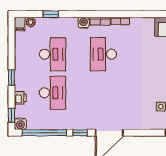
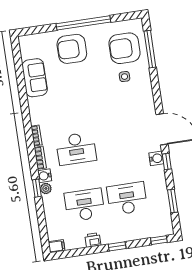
window: (51, 14) -> (37, 188), moved
plant: (31, 22) -> (46, 188), moved
printer: (20, 98) -> (93, 240), moved
water cooler: (20, 124) -> (156, 158), moved
window: (44, 133) -> (173, 201), width x0.47

